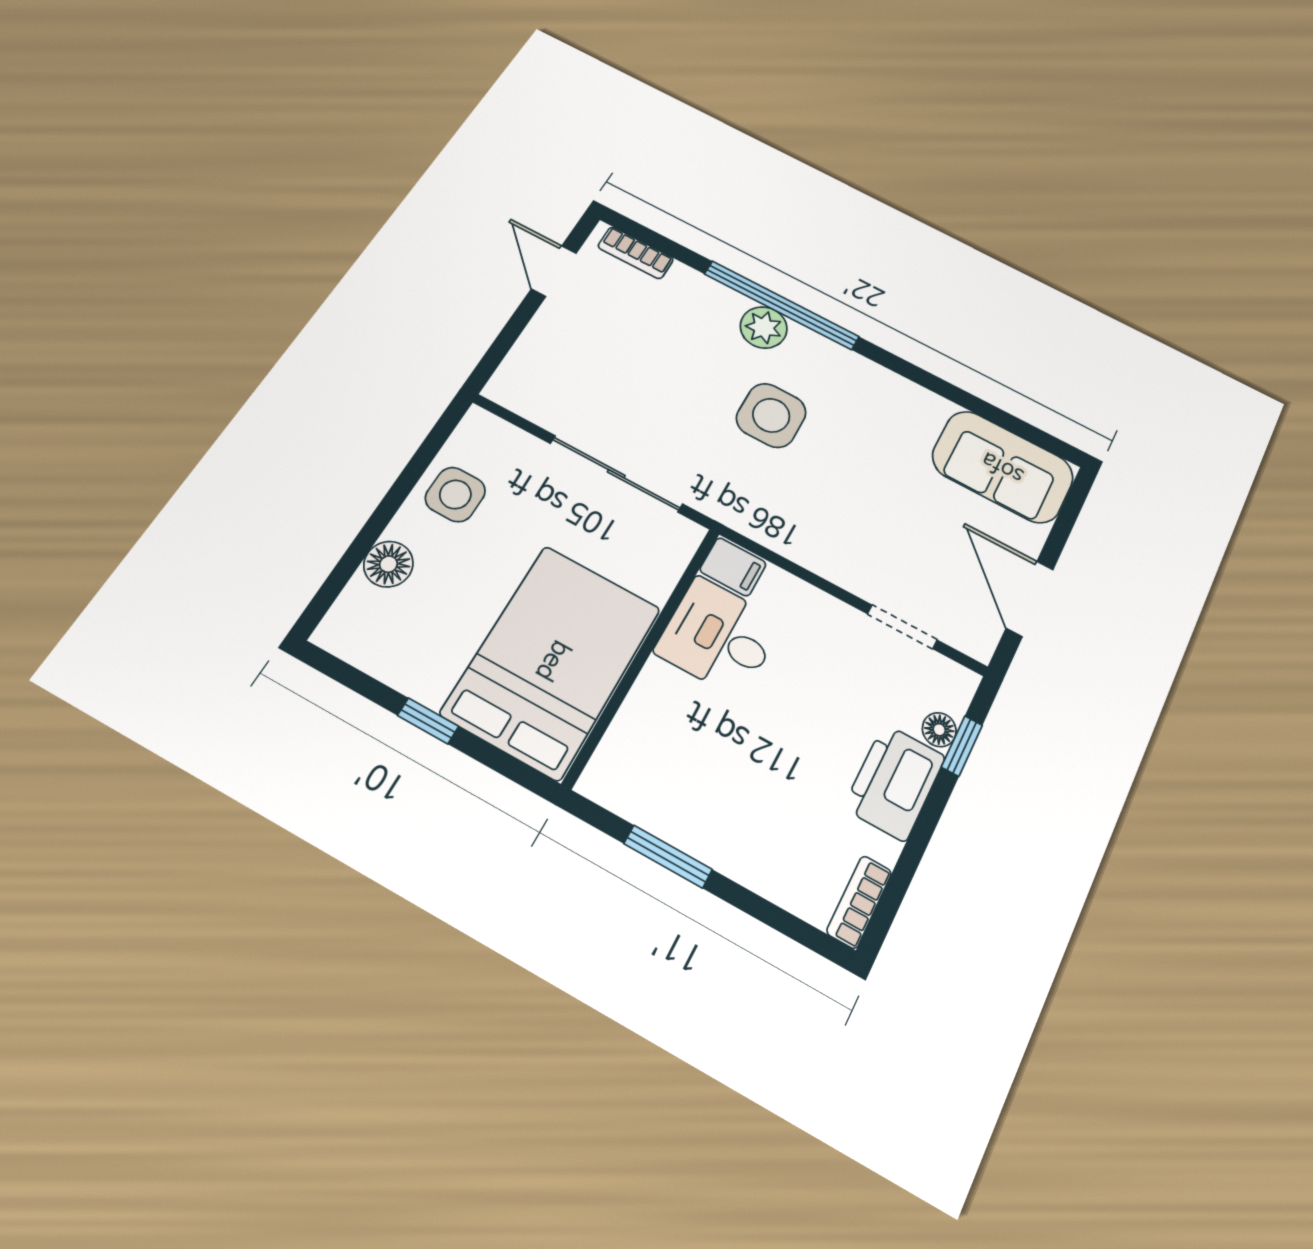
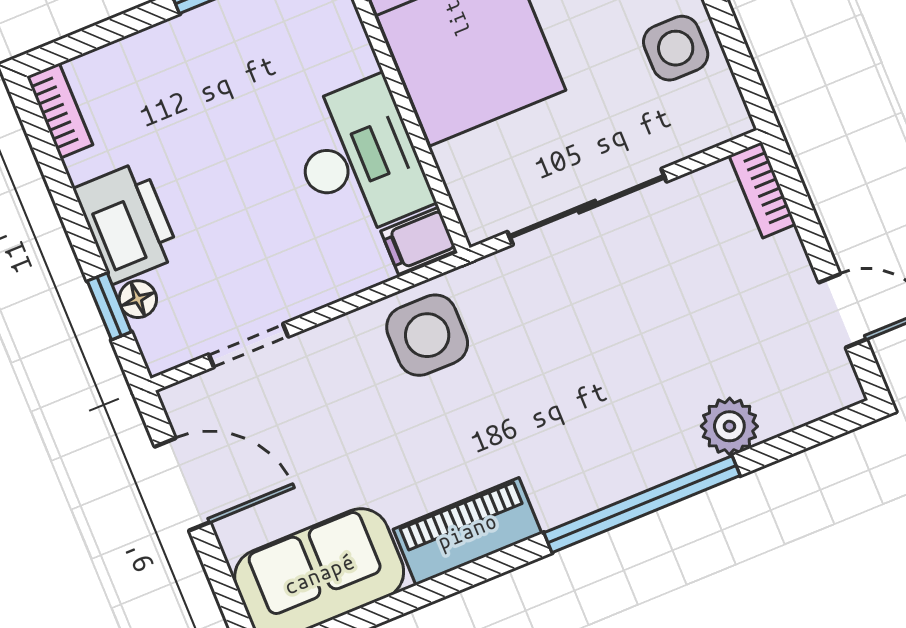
bookcase: (636, 253) -> (762, 190), moved, turned -90
plant: (764, 327) -> (729, 426), moved
piano: (893, 396) -> (467, 531), added
side table: (771, 415) -> (427, 335), moved
desk: (719, 637) -> (359, 158), width x1.37

